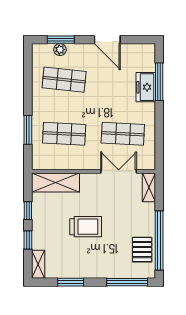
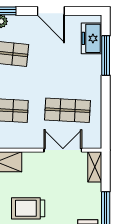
freezer: (146, 87) -> (92, 38), moved
trolley: (86, 227) -> (28, 208), turned 180

